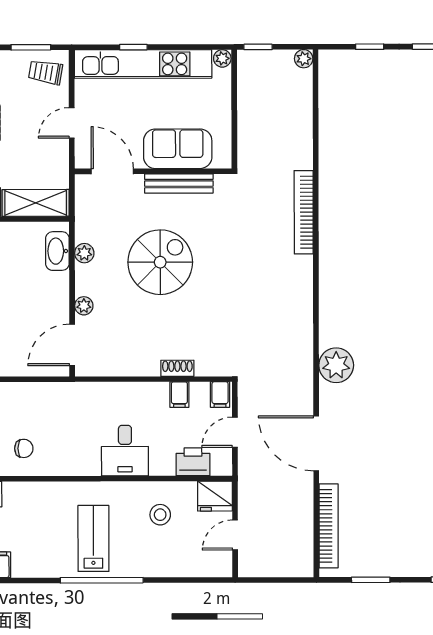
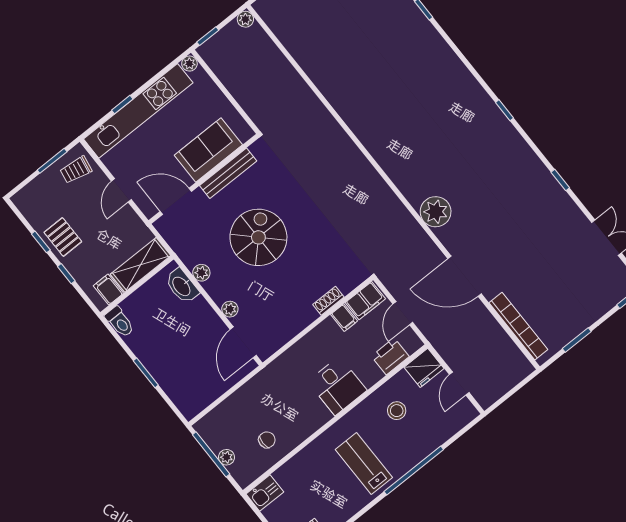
bookcase: (304, 212) -> (329, 125), removed
filing cabinet: (220, 394) -> (365, 301), width x2.00
window: (102, 580) -> (414, 471), moved

